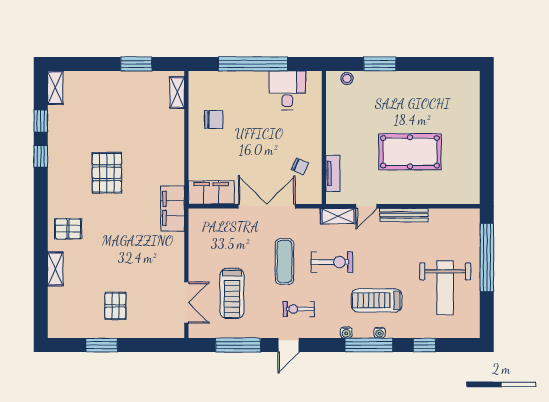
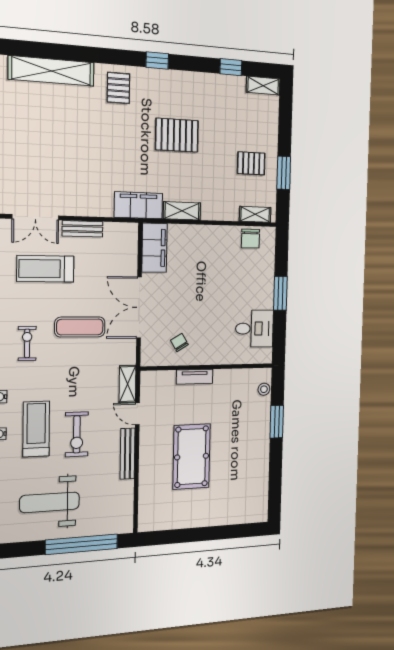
window: (253, 64) -> (280, 293), width x0.47
chair: (214, 119) -> (250, 239), moved
window: (41, 156) -> (157, 61), moved
shelving: (176, 166) -> (182, 211), added
chair: (300, 166) -> (179, 342), turned 126
tv unit: (333, 173) -> (195, 377), moved
double door: (267, 206) -> (139, 307), swing flipped
bench: (196, 260) -> (83, 229), added
exercise bike: (332, 262) -> (77, 434), moved
shelving: (55, 269) -> (51, 71), width x2.20, depth x1.33
pallet: (115, 306) -> (251, 163), moved

